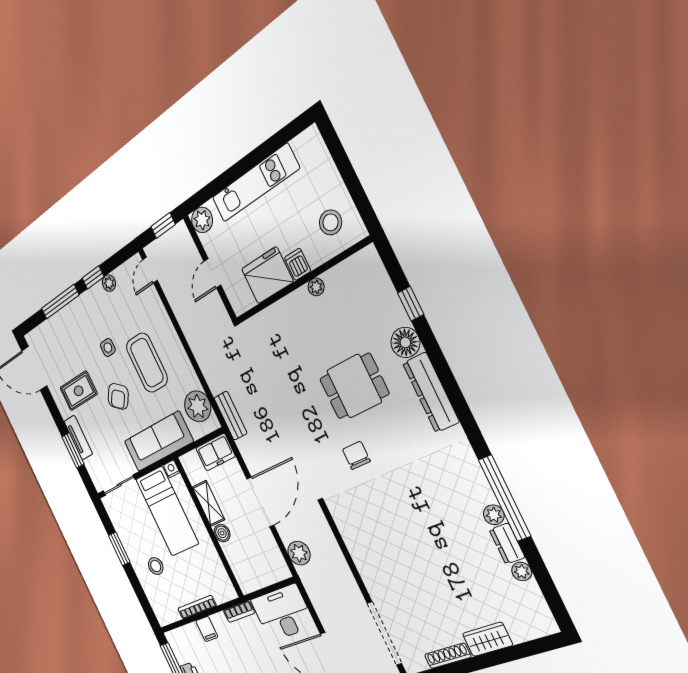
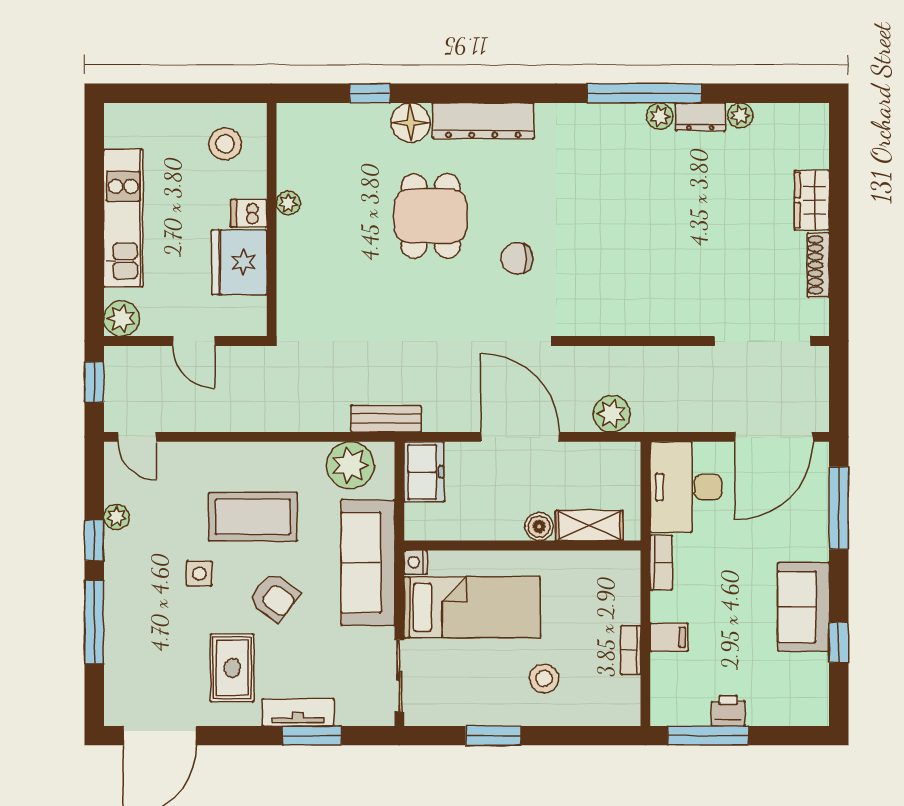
shelving: (208, 503) -> (589, 526), moved
bookcase: (197, 607) -> (631, 650), width x0.64

